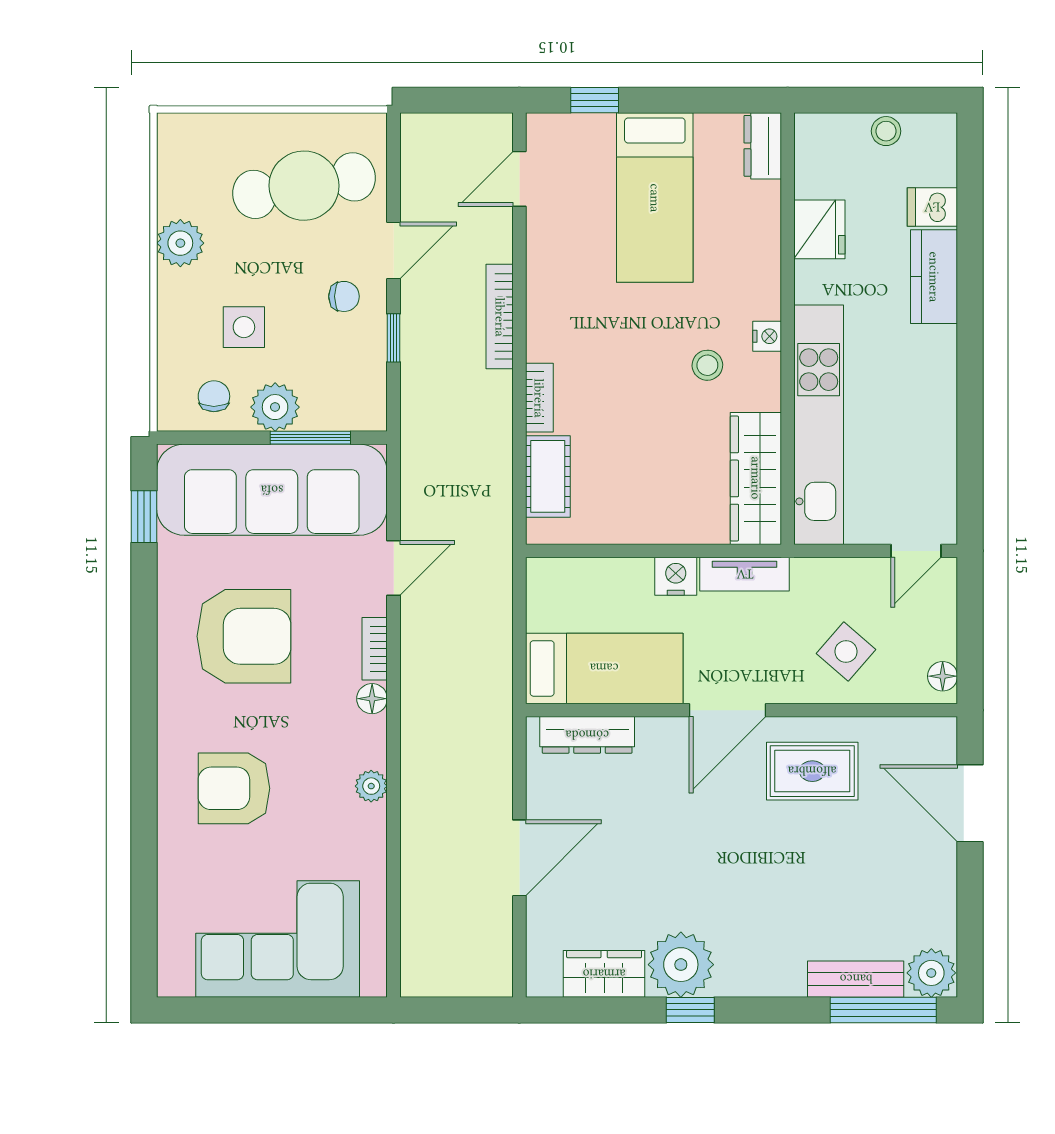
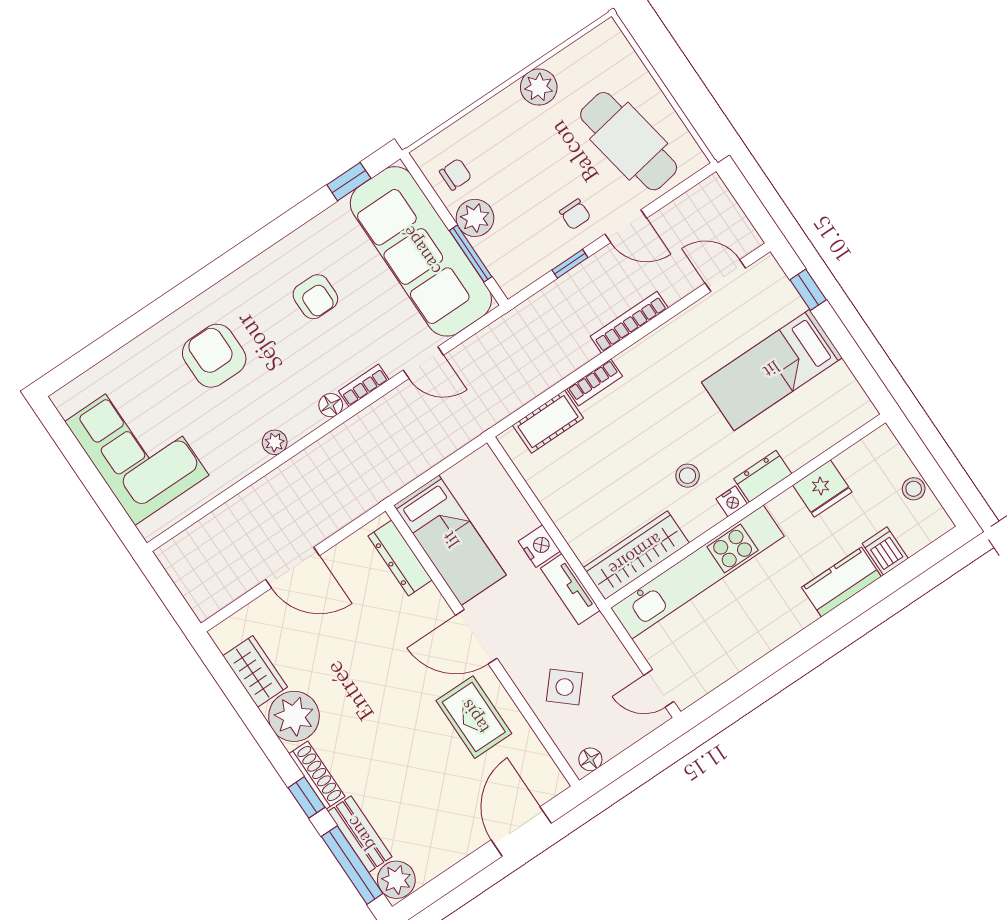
dresser: (763, 146) -> (763, 476), moved
side table: (244, 327) -> (513, 164), removed
armchair: (244, 636) -> (315, 297), width x0.53, depth x0.53
shoe rack: (761, 983) -> (317, 775), added
window: (690, 1010) -> (306, 797), moved

